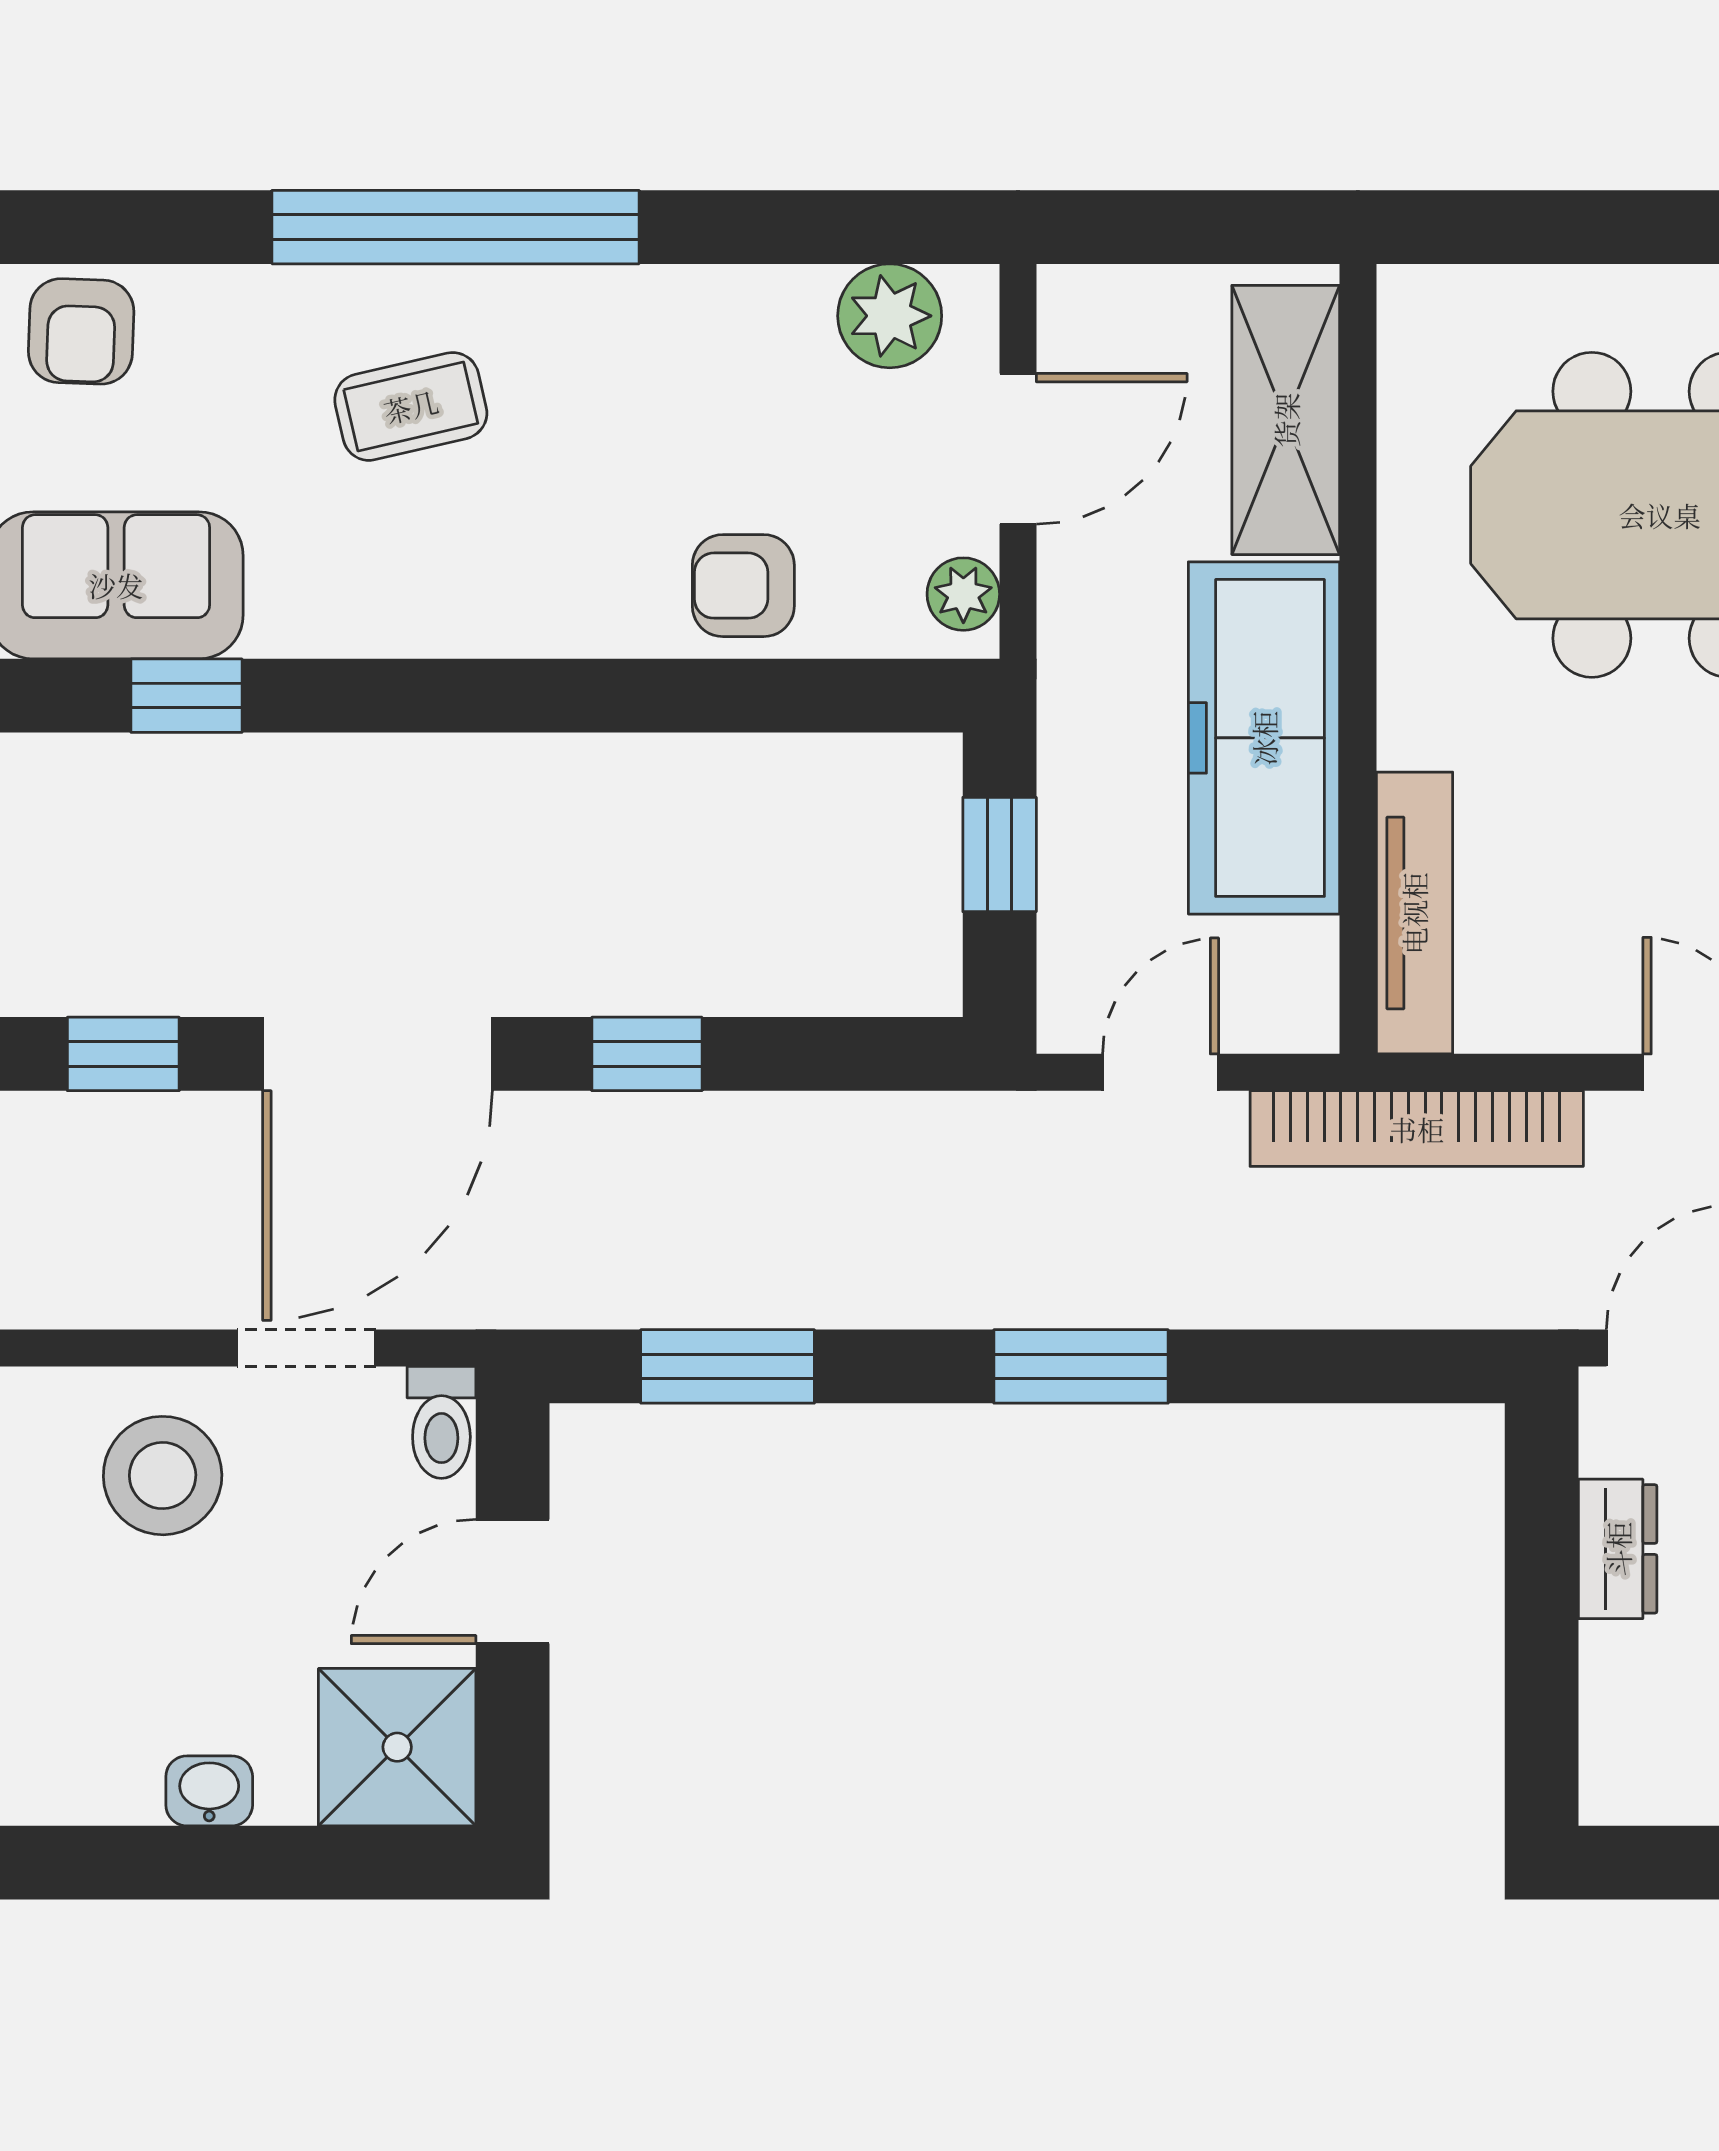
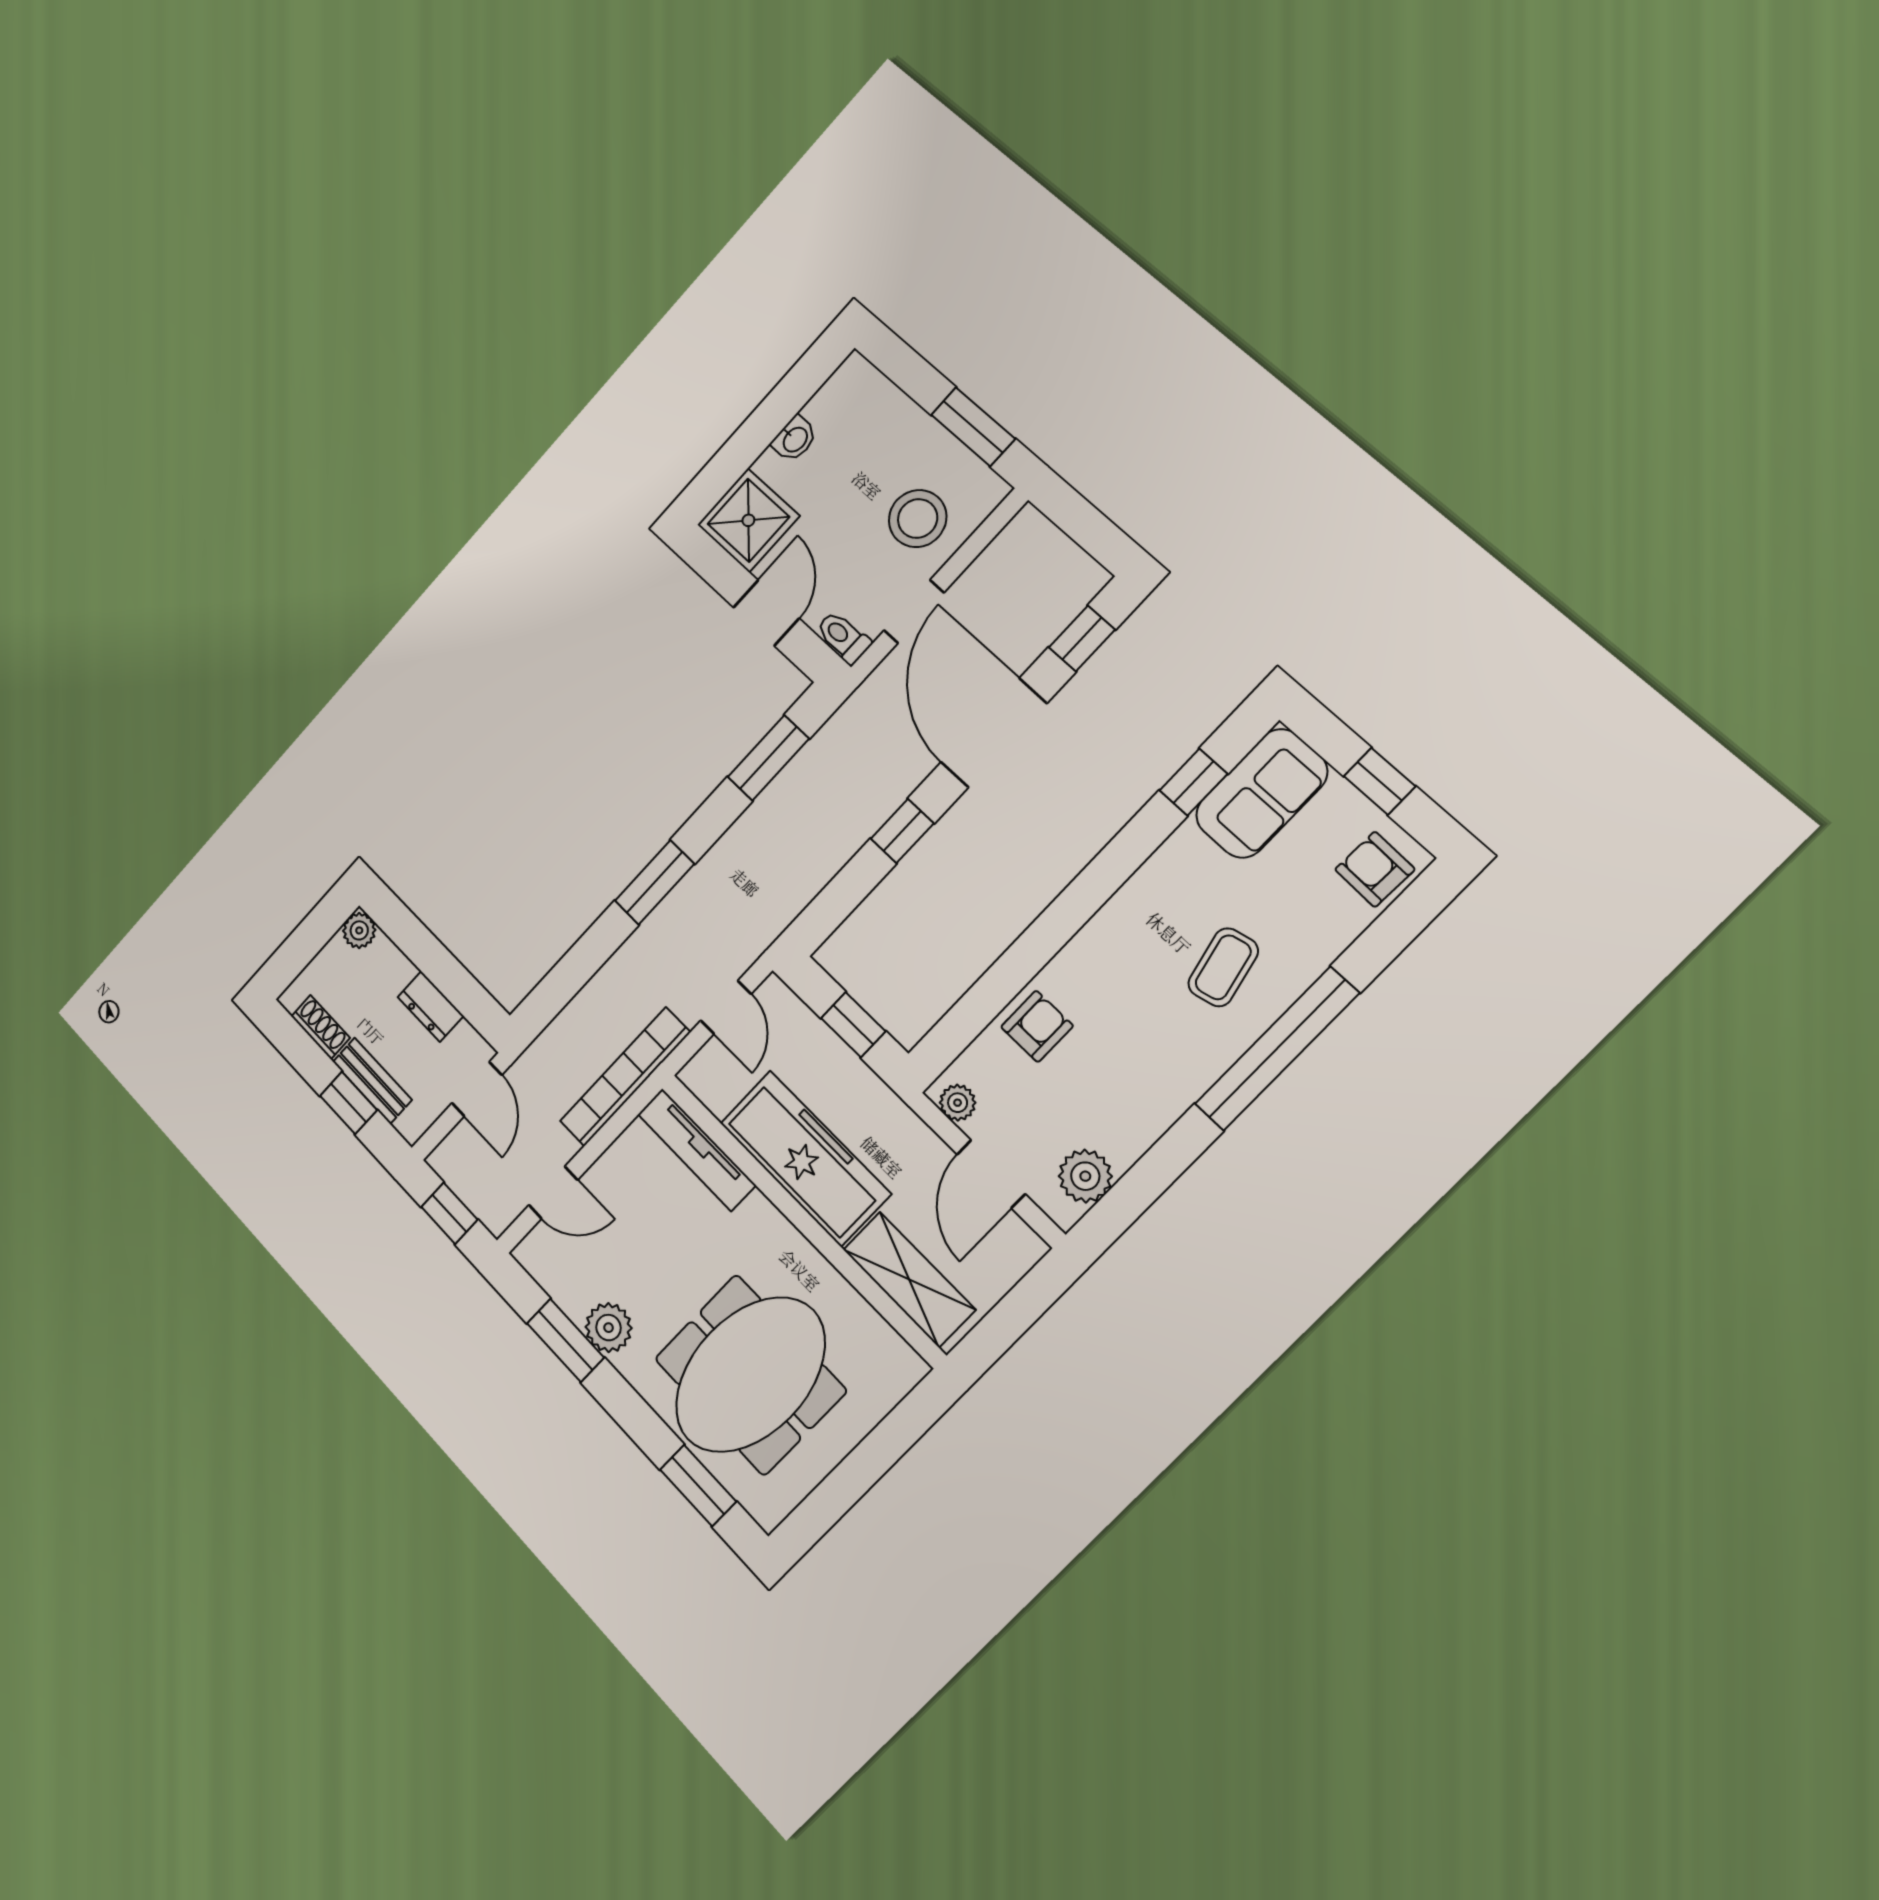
plant: (1617, 1787) -> (359, 930), added

